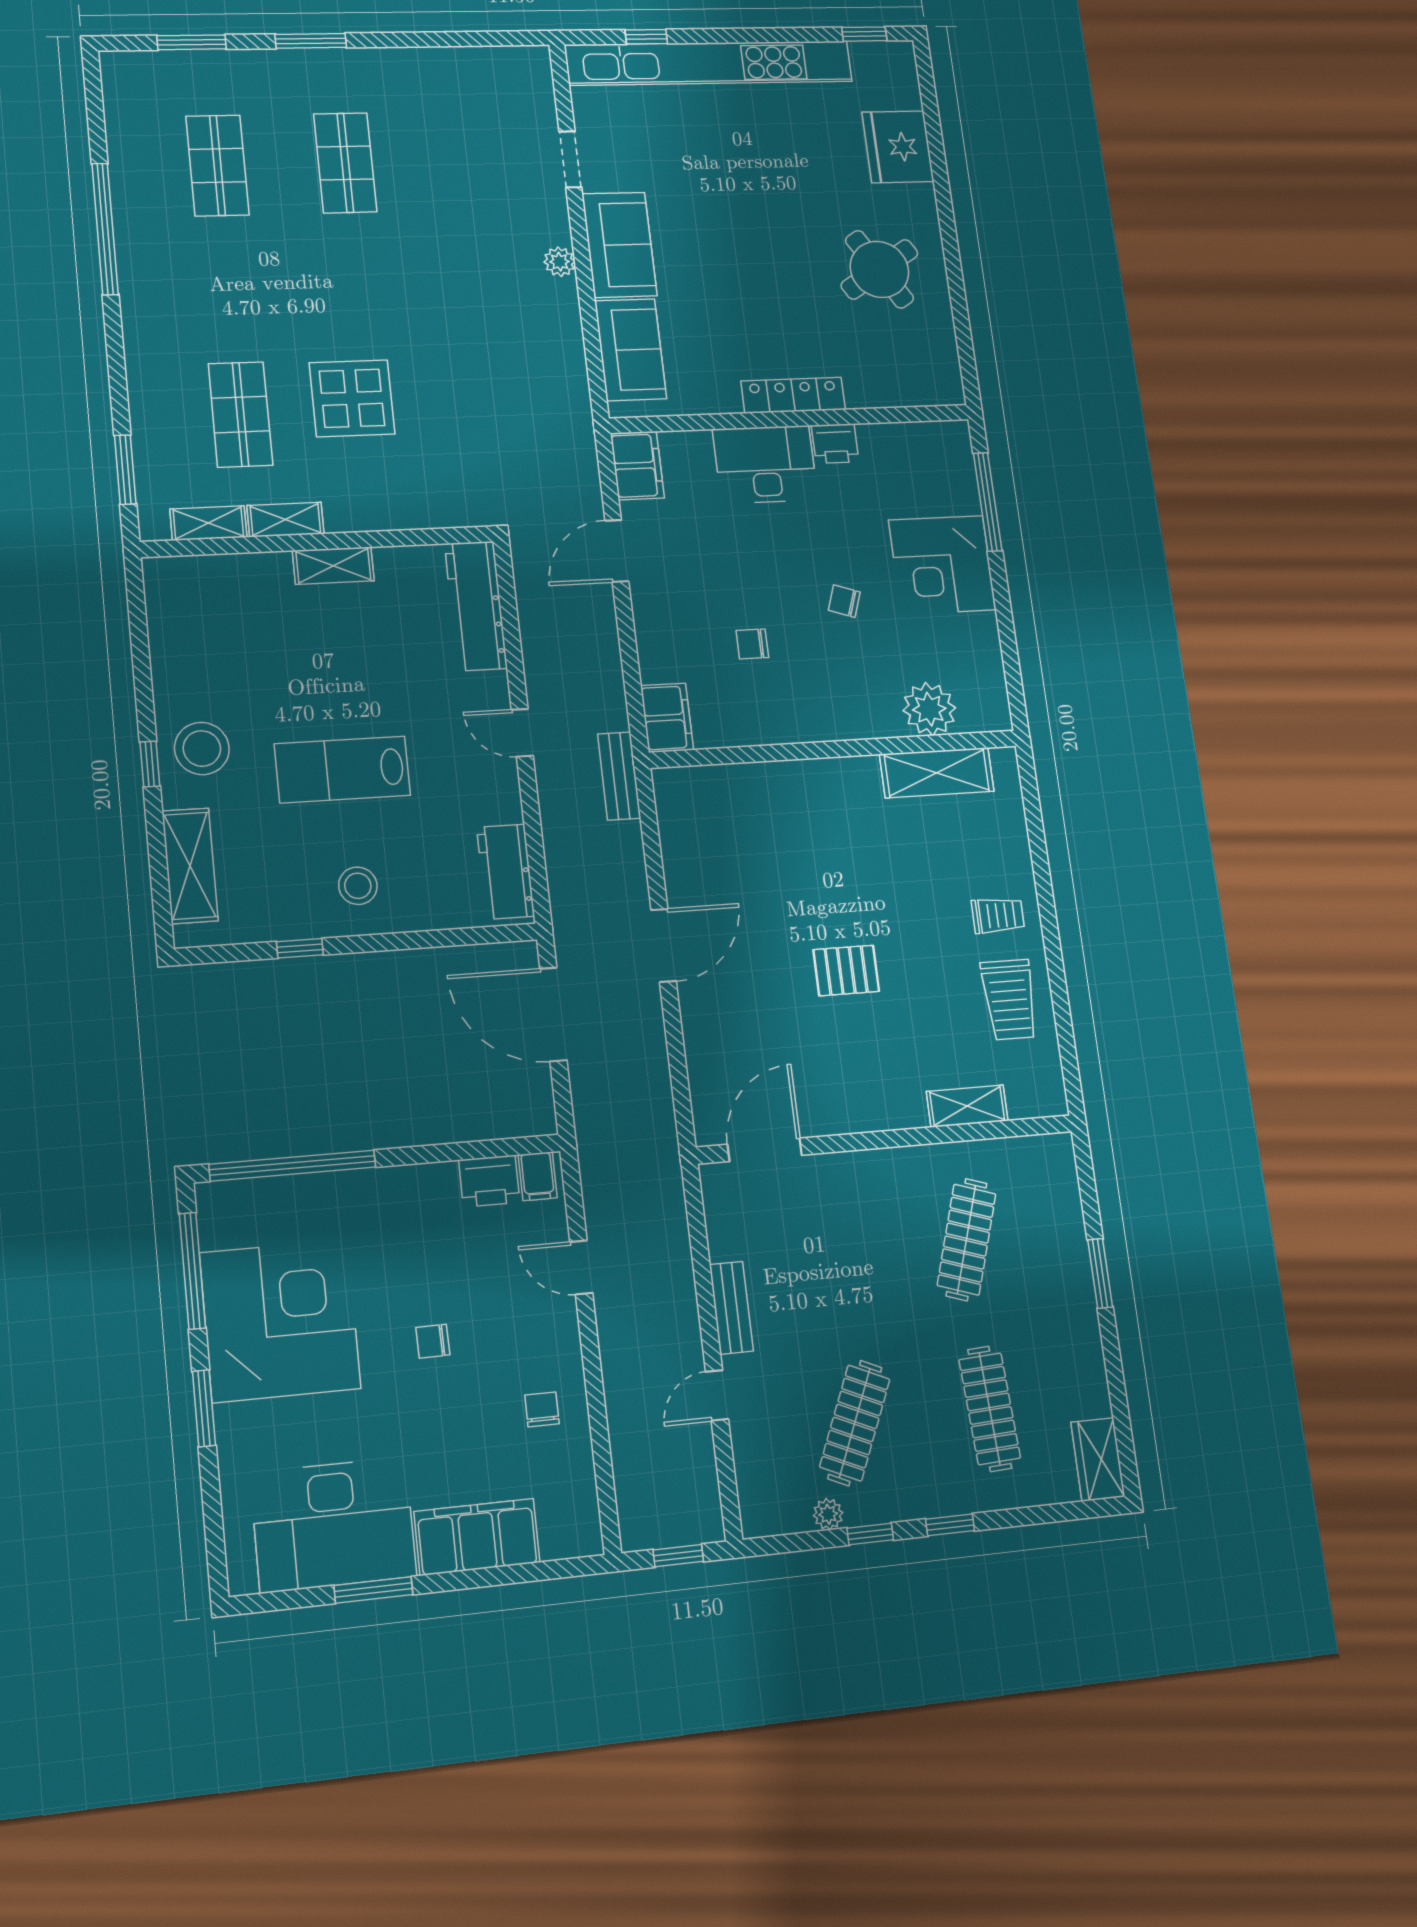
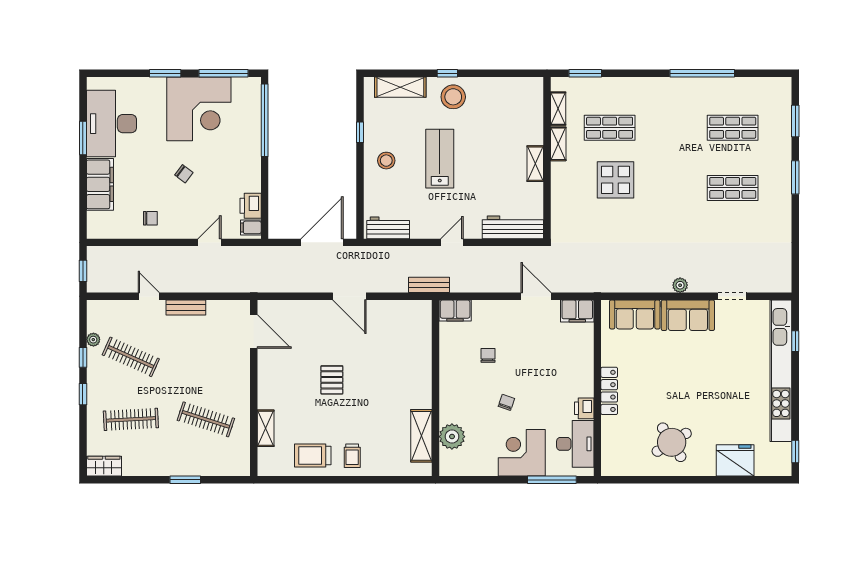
desk: (765, 464) -> (575, 444), moved
chair: (433, 1341) -> (184, 174), turned 128

